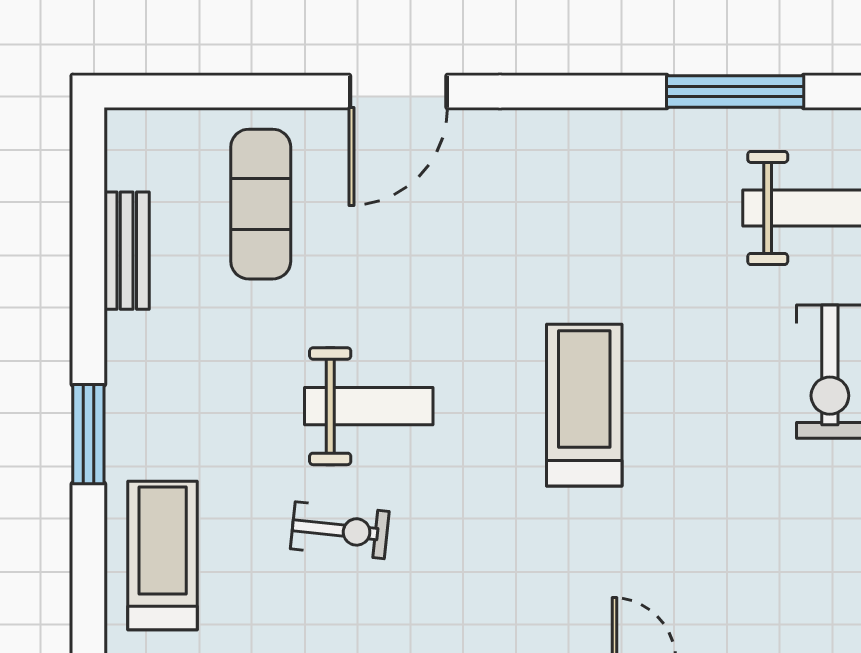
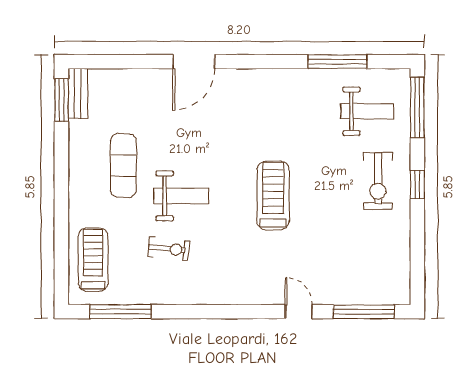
exercise mat: (261, 204) -> (123, 165), moved
bench: (127, 251) -> (78, 93), moved
window: (88, 434) -> (61, 100), moved

